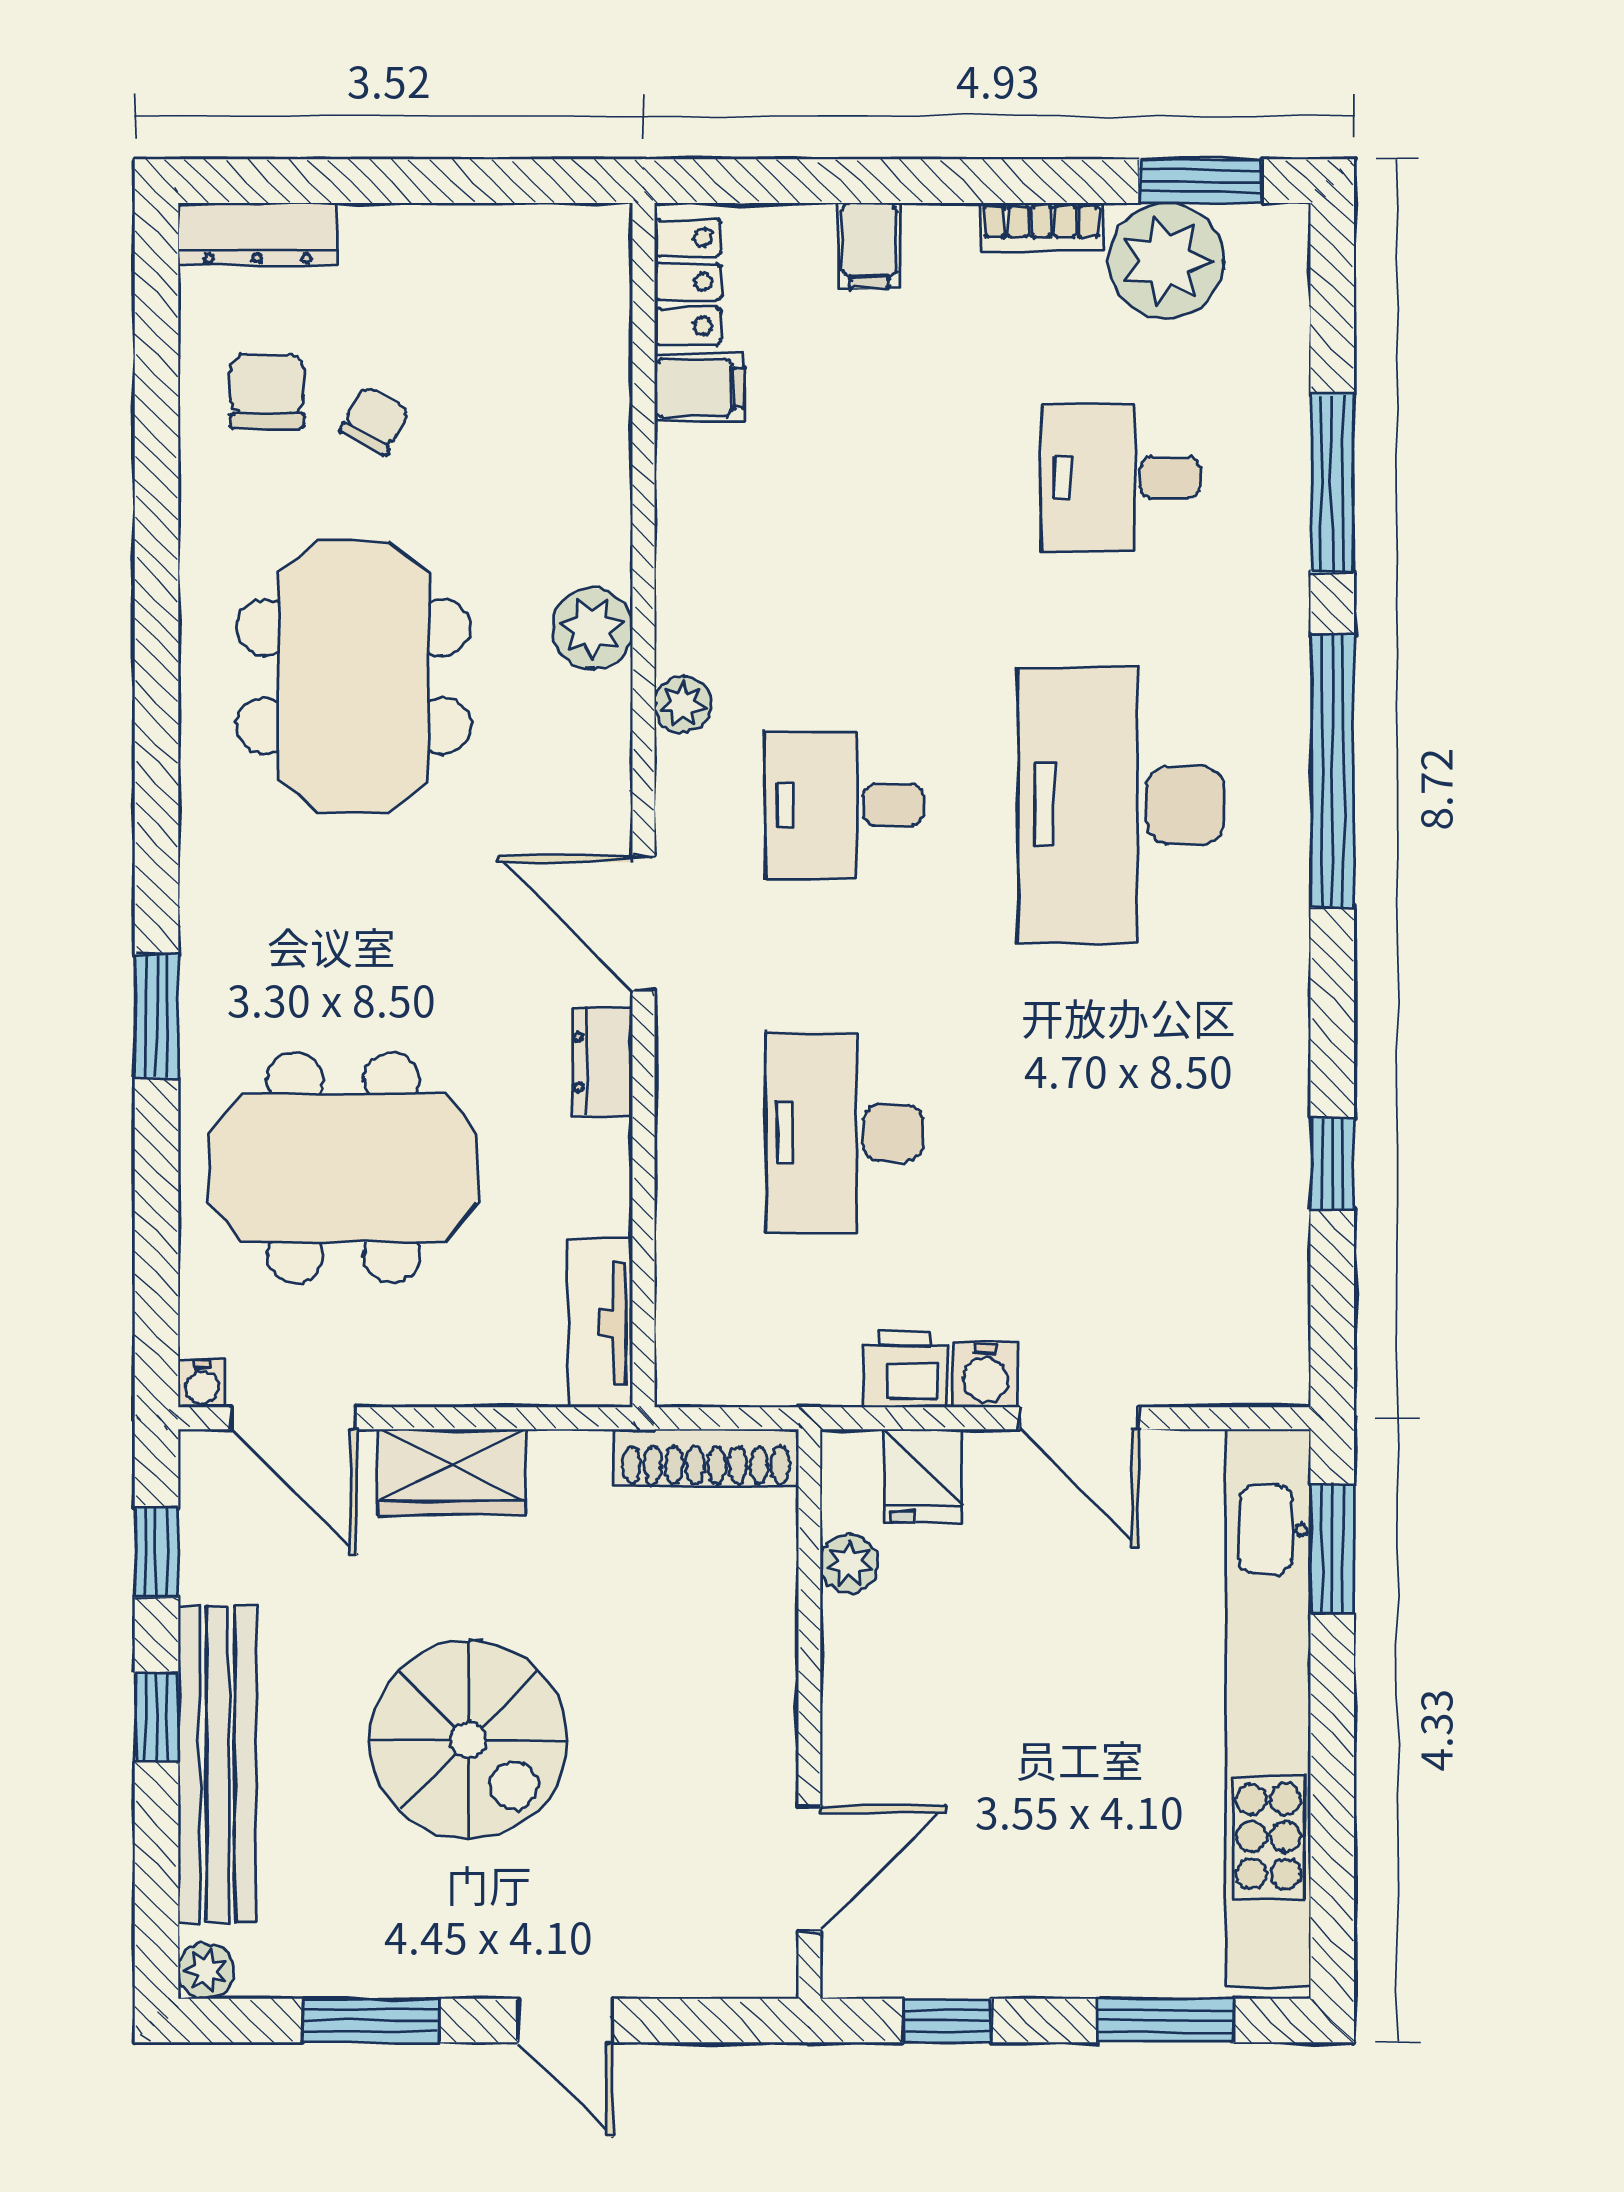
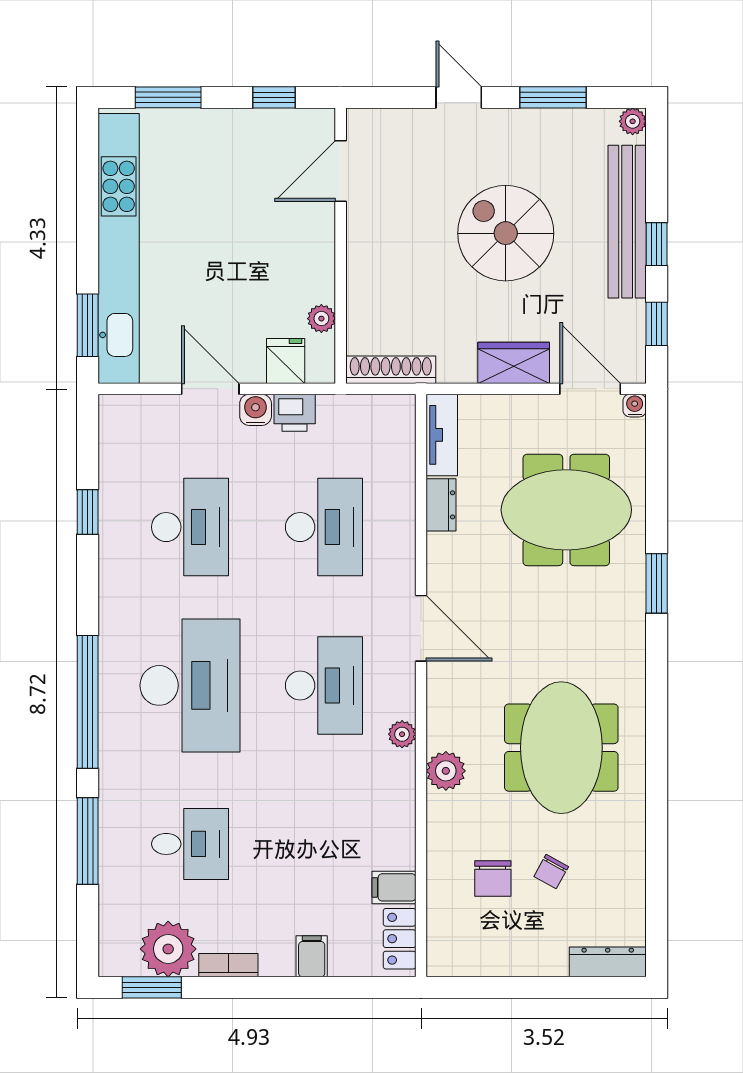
chair: (267, 391) -> (493, 879), moved
desk: (844, 805) -> (324, 685), width x1.37
dresser: (602, 1062) -> (441, 505), moved
desk: (1121, 1133) -> (190, 527), added

